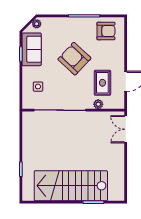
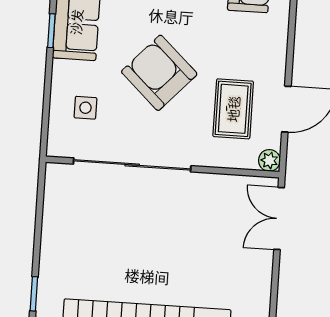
armchair: (74, 59) -> (159, 73), moved
plant: (98, 104) -> (269, 160), moved

